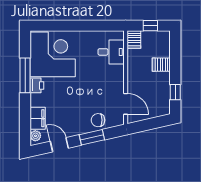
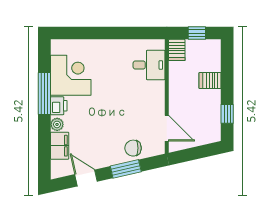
corner desk: (53, 54) -> (71, 75), width x0.74, depth x0.74
plant: (35, 136) -> (57, 124), moved

